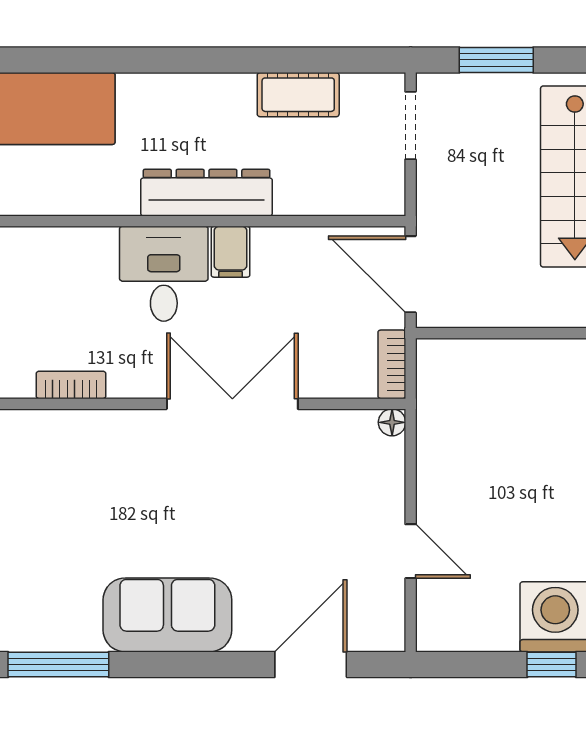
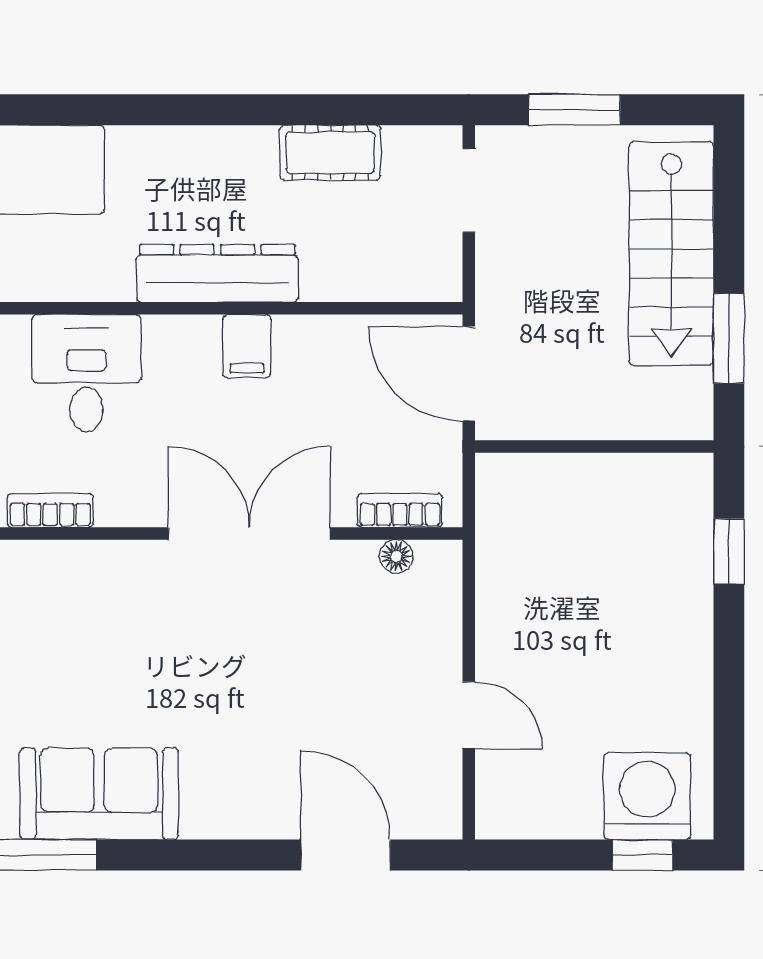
desk: (164, 274) -> (87, 373), moved
bookcase: (392, 364) -> (400, 510), moved, turned 90
floor lamp: (392, 422) -> (396, 556), moved
sofa: (167, 615) -> (99, 794), moved
door: (311, 665) -> (346, 855), hinge flipped

